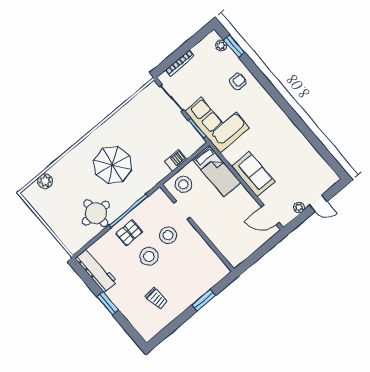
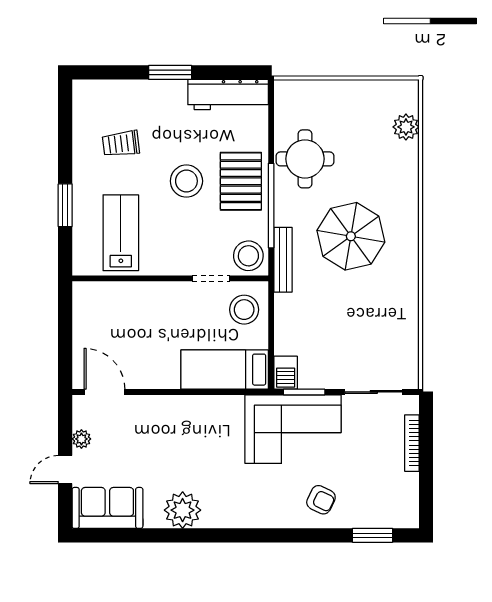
plant: (221, 45) -> (183, 510), moved, width x1.88, depth x1.88
armchair: (238, 82) -> (321, 500), turned -64
barbecue: (176, 160) -> (286, 373), moved
sofa: (253, 174) -> (107, 508), moved, turned 180
bench: (148, 186) -> (283, 260), added
door: (270, 215) -> (104, 392), hinge flipped
pallet: (129, 233) -> (241, 181), width x1.50, depth x1.42
stool: (168, 235) -> (248, 256), moved
lab bench: (195, 266) -> (121, 233), added

